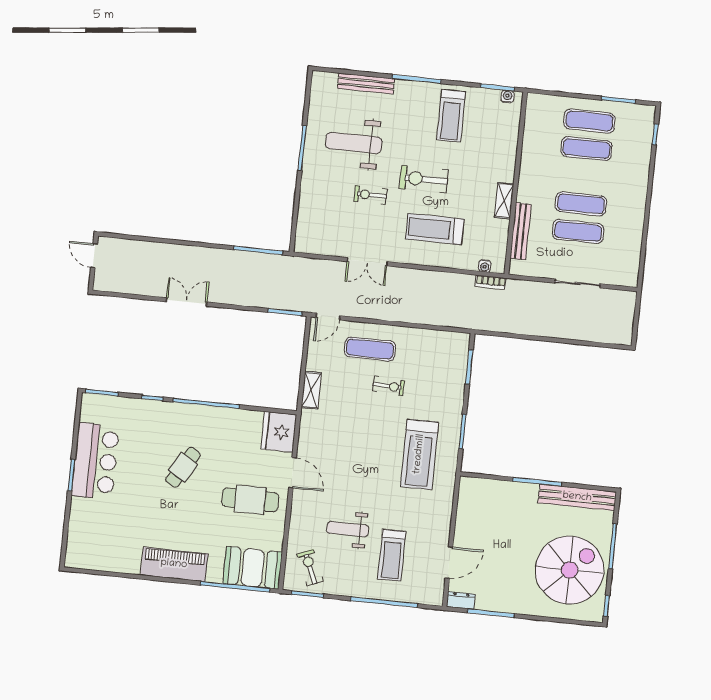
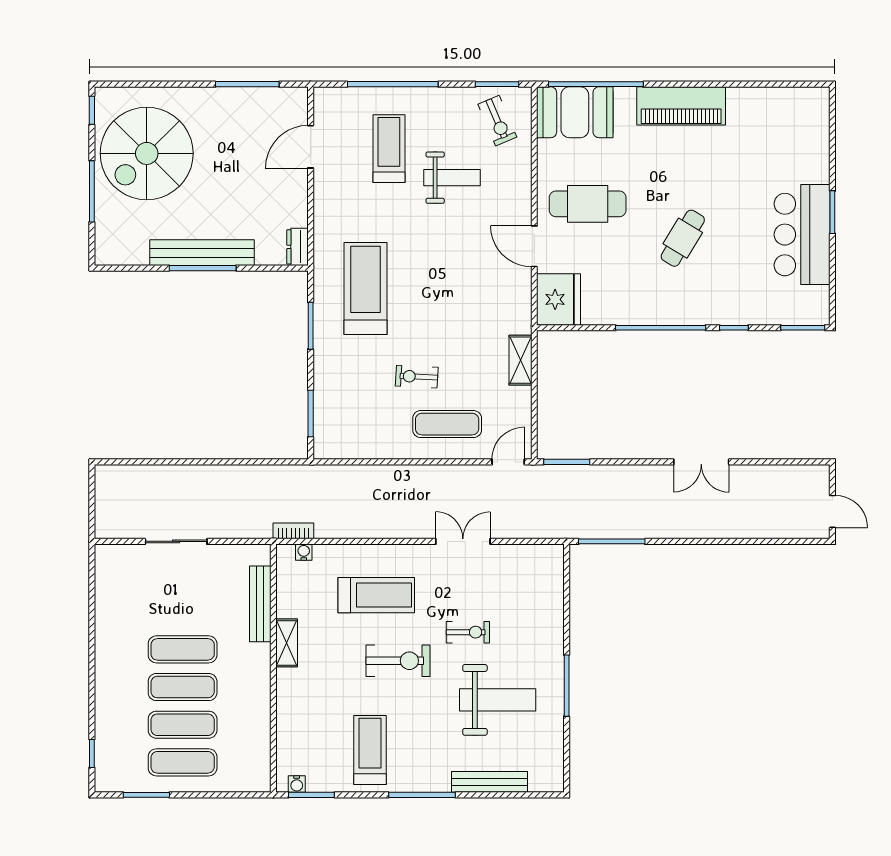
exercise mat: (578, 231) -> (183, 687), moved
bench: (577, 497) -> (202, 253), moved
dresser: (461, 600) -> (298, 247), moved, turned 90

